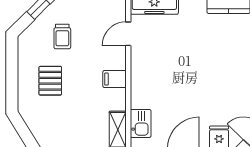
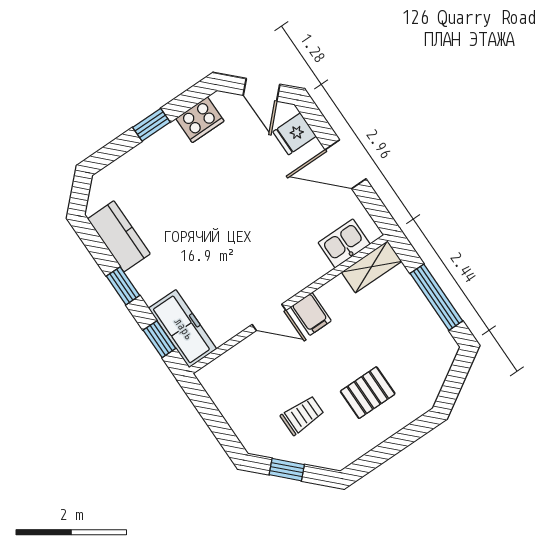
door: (128, 34) -> (269, 317), moved

